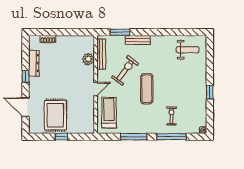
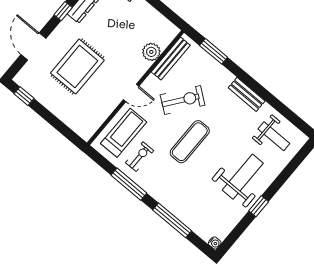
bench: (138, 40) -> (247, 94), moved
weight bench: (189, 84) -> (243, 177), added
rug: (55, 115) -> (77, 67), moved
exercise bike: (172, 116) -> (140, 157), moved
window: (62, 137) -> (24, 96), moved

